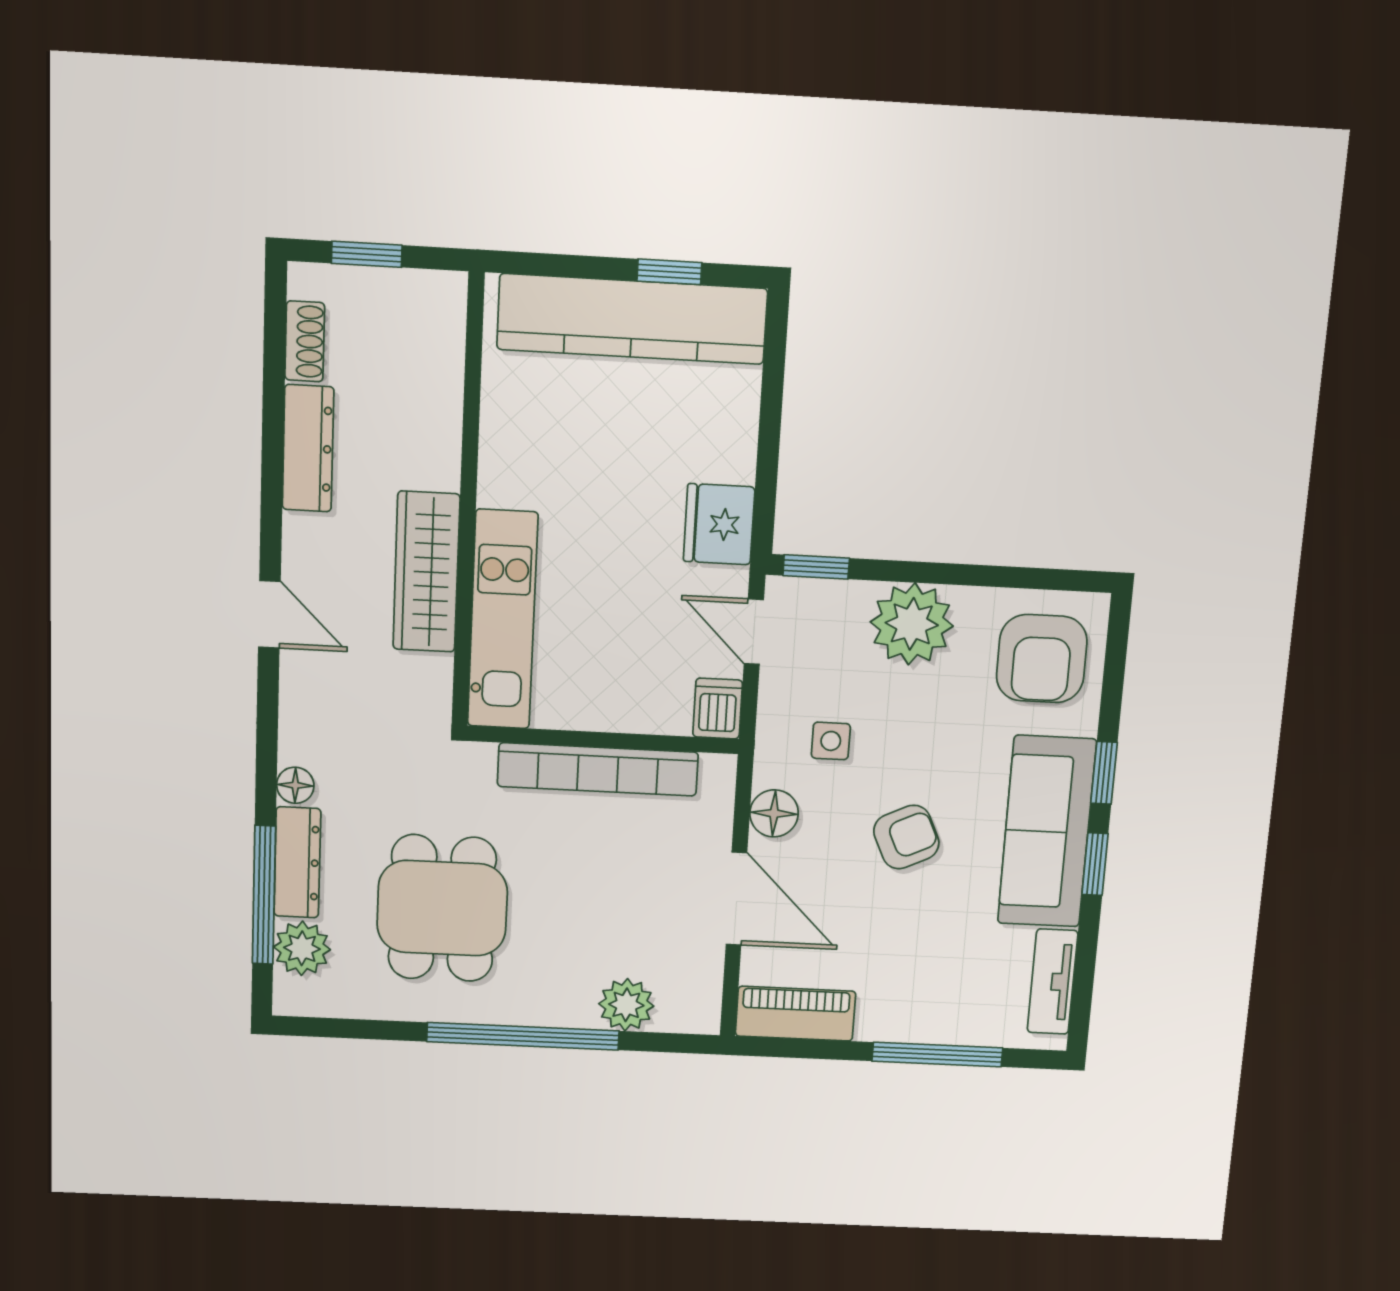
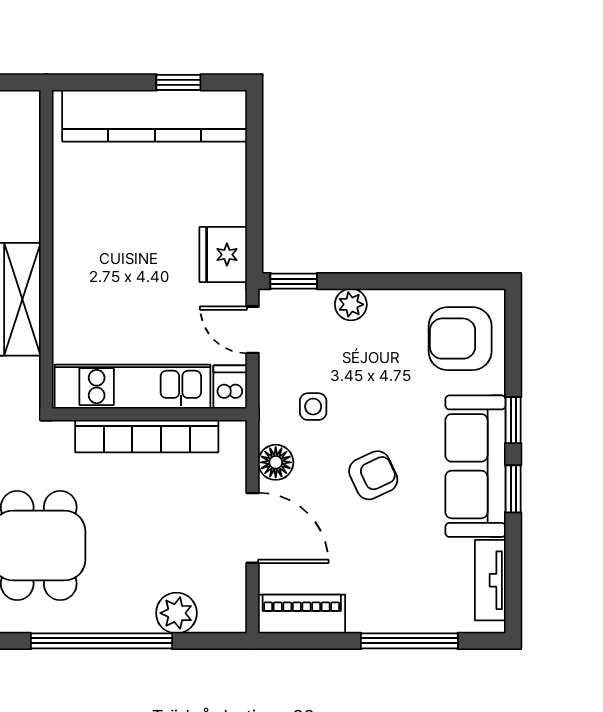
kitchen unit: (503, 620) -> (132, 387), moved, turned -90
plant: (912, 624) -> (351, 304), width x0.53, depth x0.53
armchair: (1042, 659) -> (460, 339), turned 90

